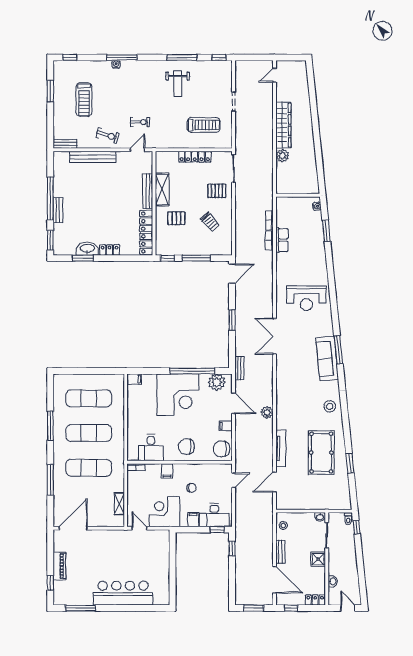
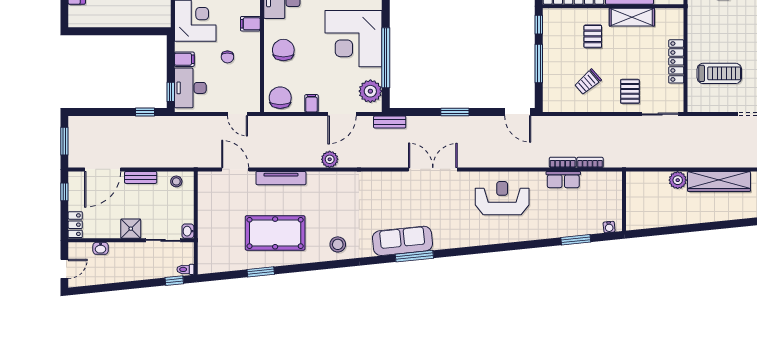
treadmill: (204, 125) -> (719, 73), turned -90
reception desk: (306, 298) -> (502, 198), moved, turned 90

